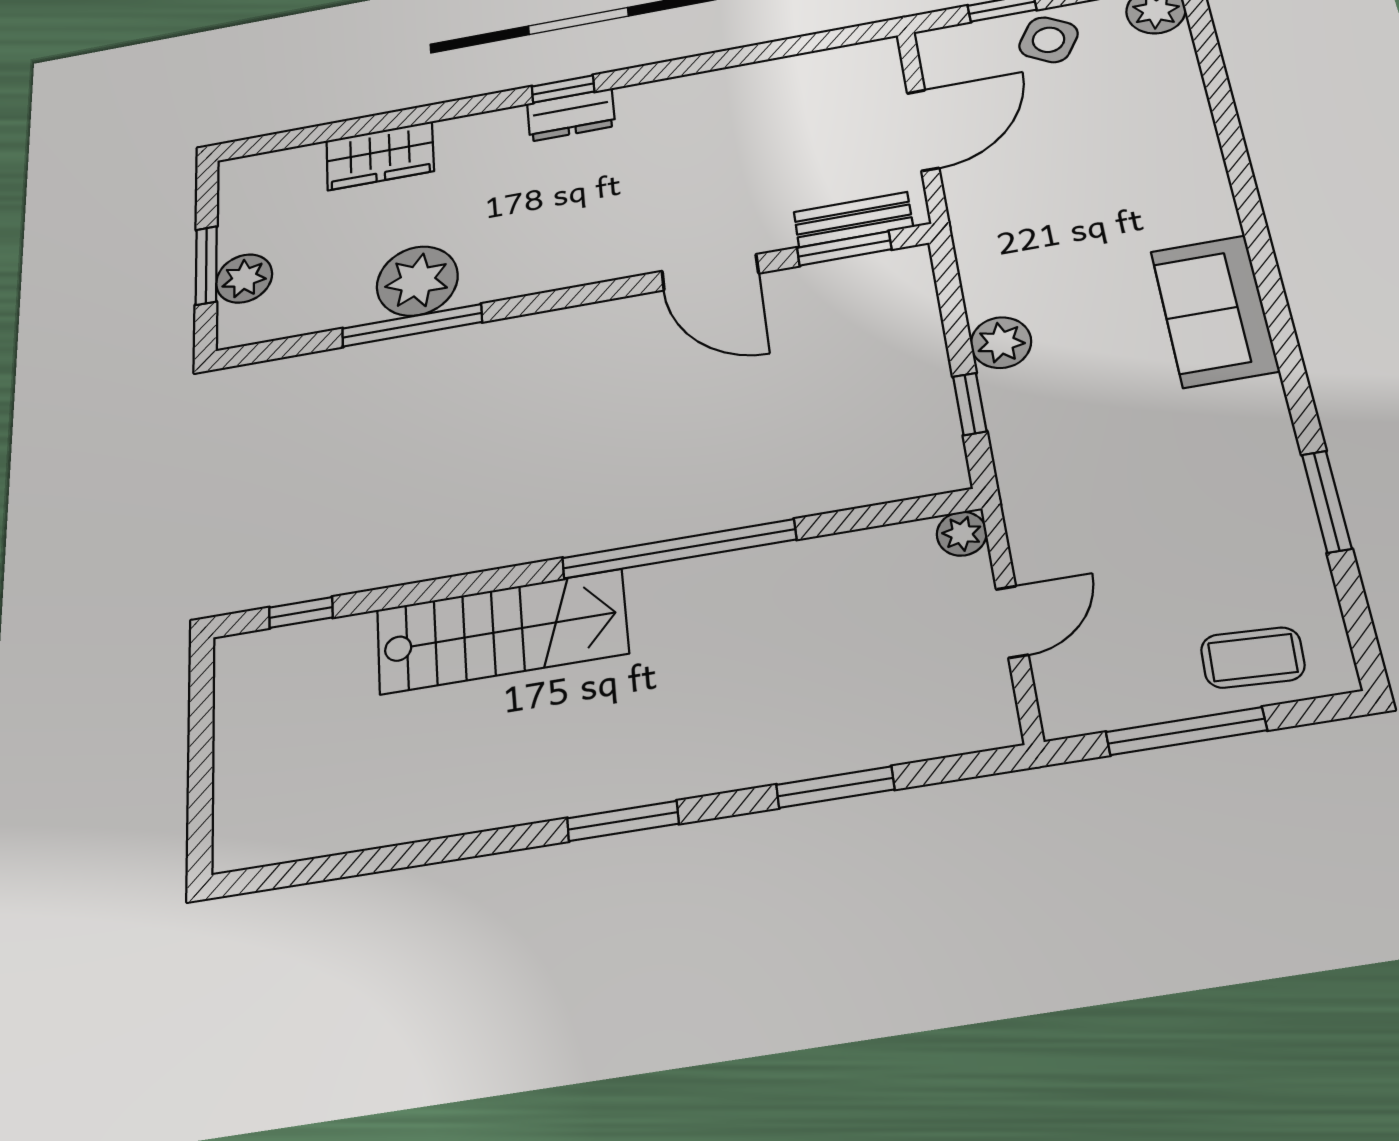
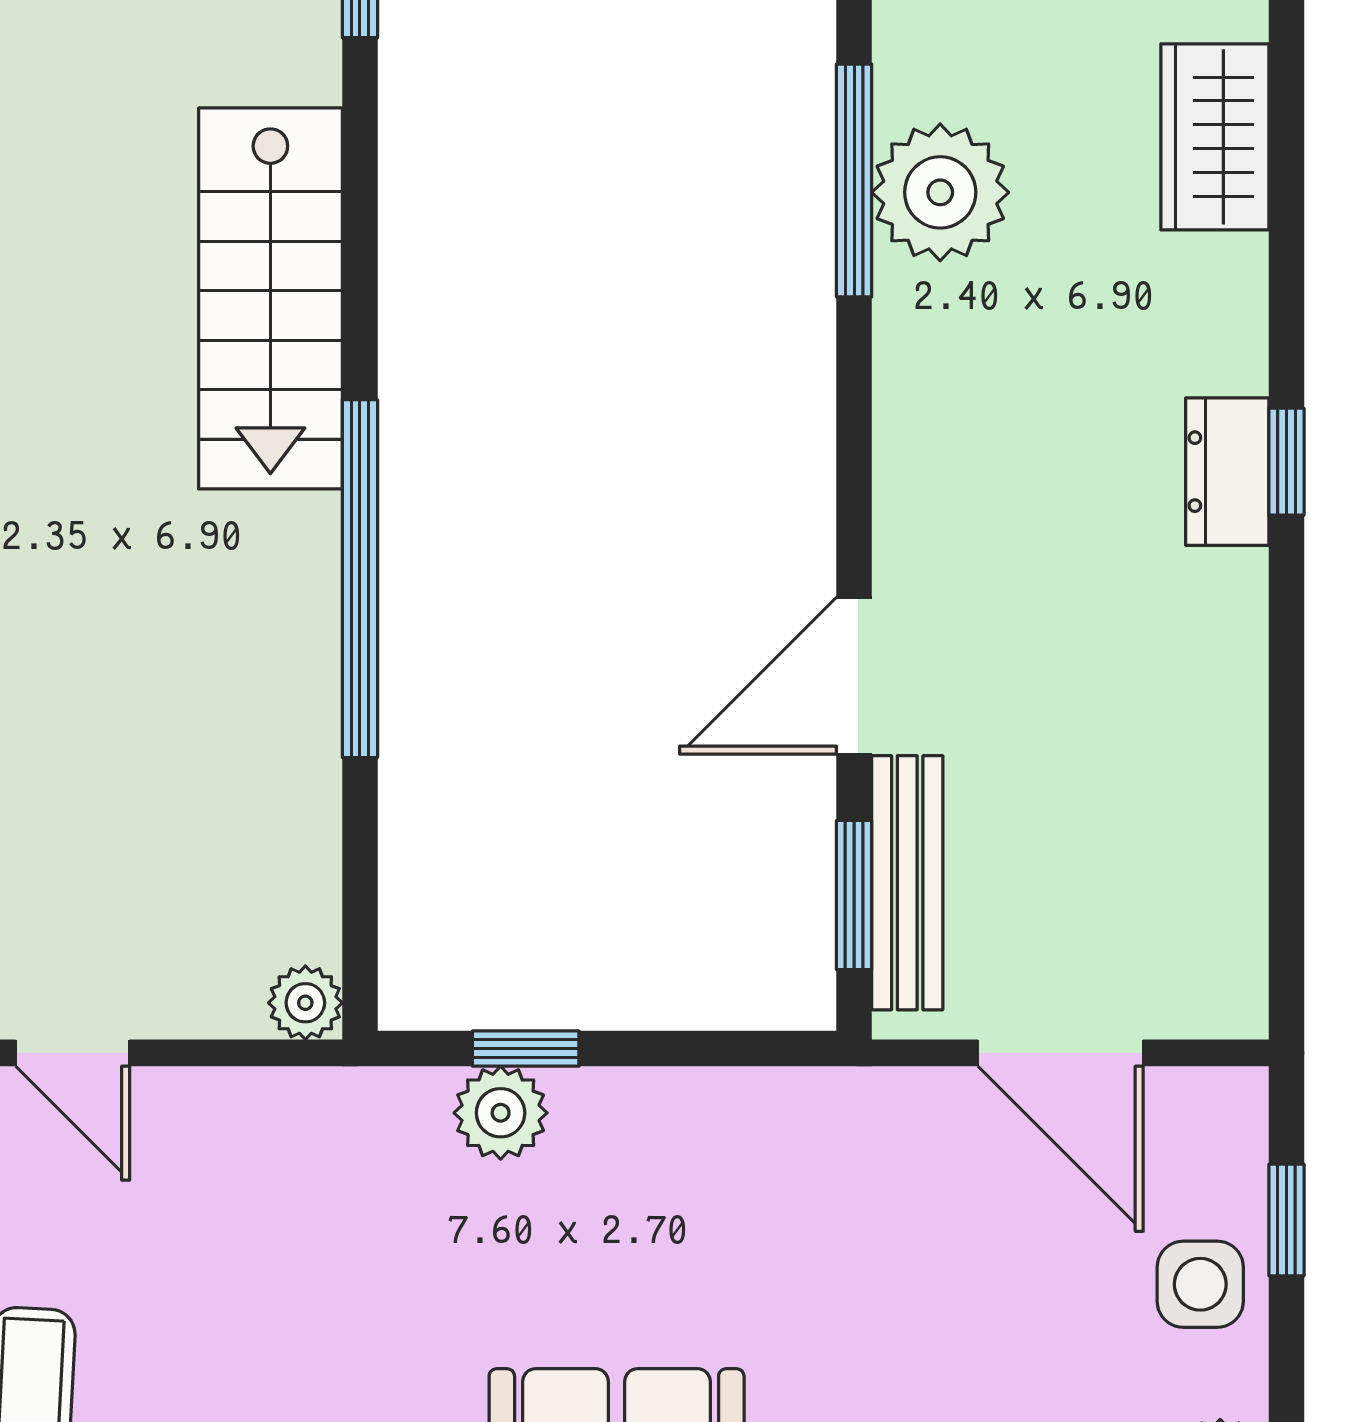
side table: (1048, 40) -> (1200, 1284), turned -31
bench: (853, 220) -> (907, 883), width x1.36
plant: (1001, 343) -> (501, 1113), moved
door: (1012, 622) -> (73, 1053), moved

